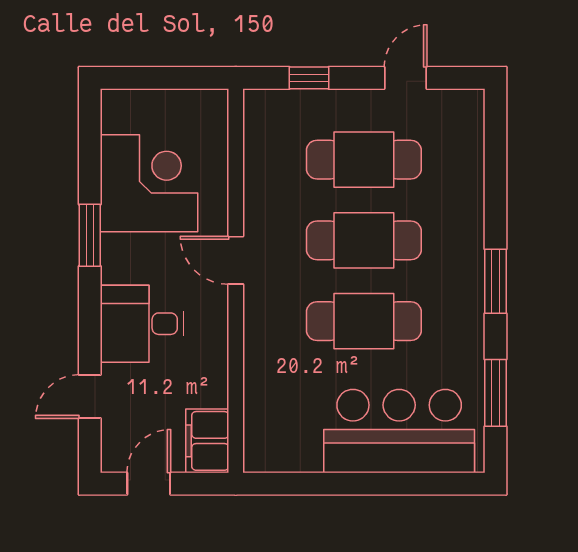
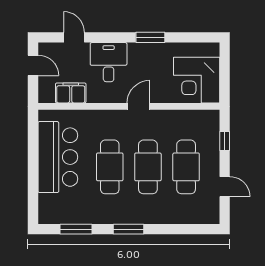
corner desk: (149, 183) -> (197, 80), moved, turned 90
bar counter: (399, 431) -> (58, 157), moved
filing cabinet: (207, 441) -> (71, 93), moved

